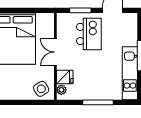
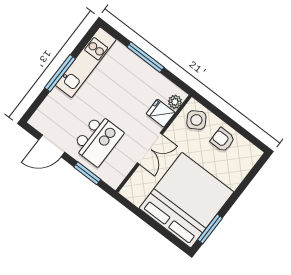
kitchen island: (89, 34) -> (98, 140), turned 180
armchair: (17, 89) -> (223, 140), added

